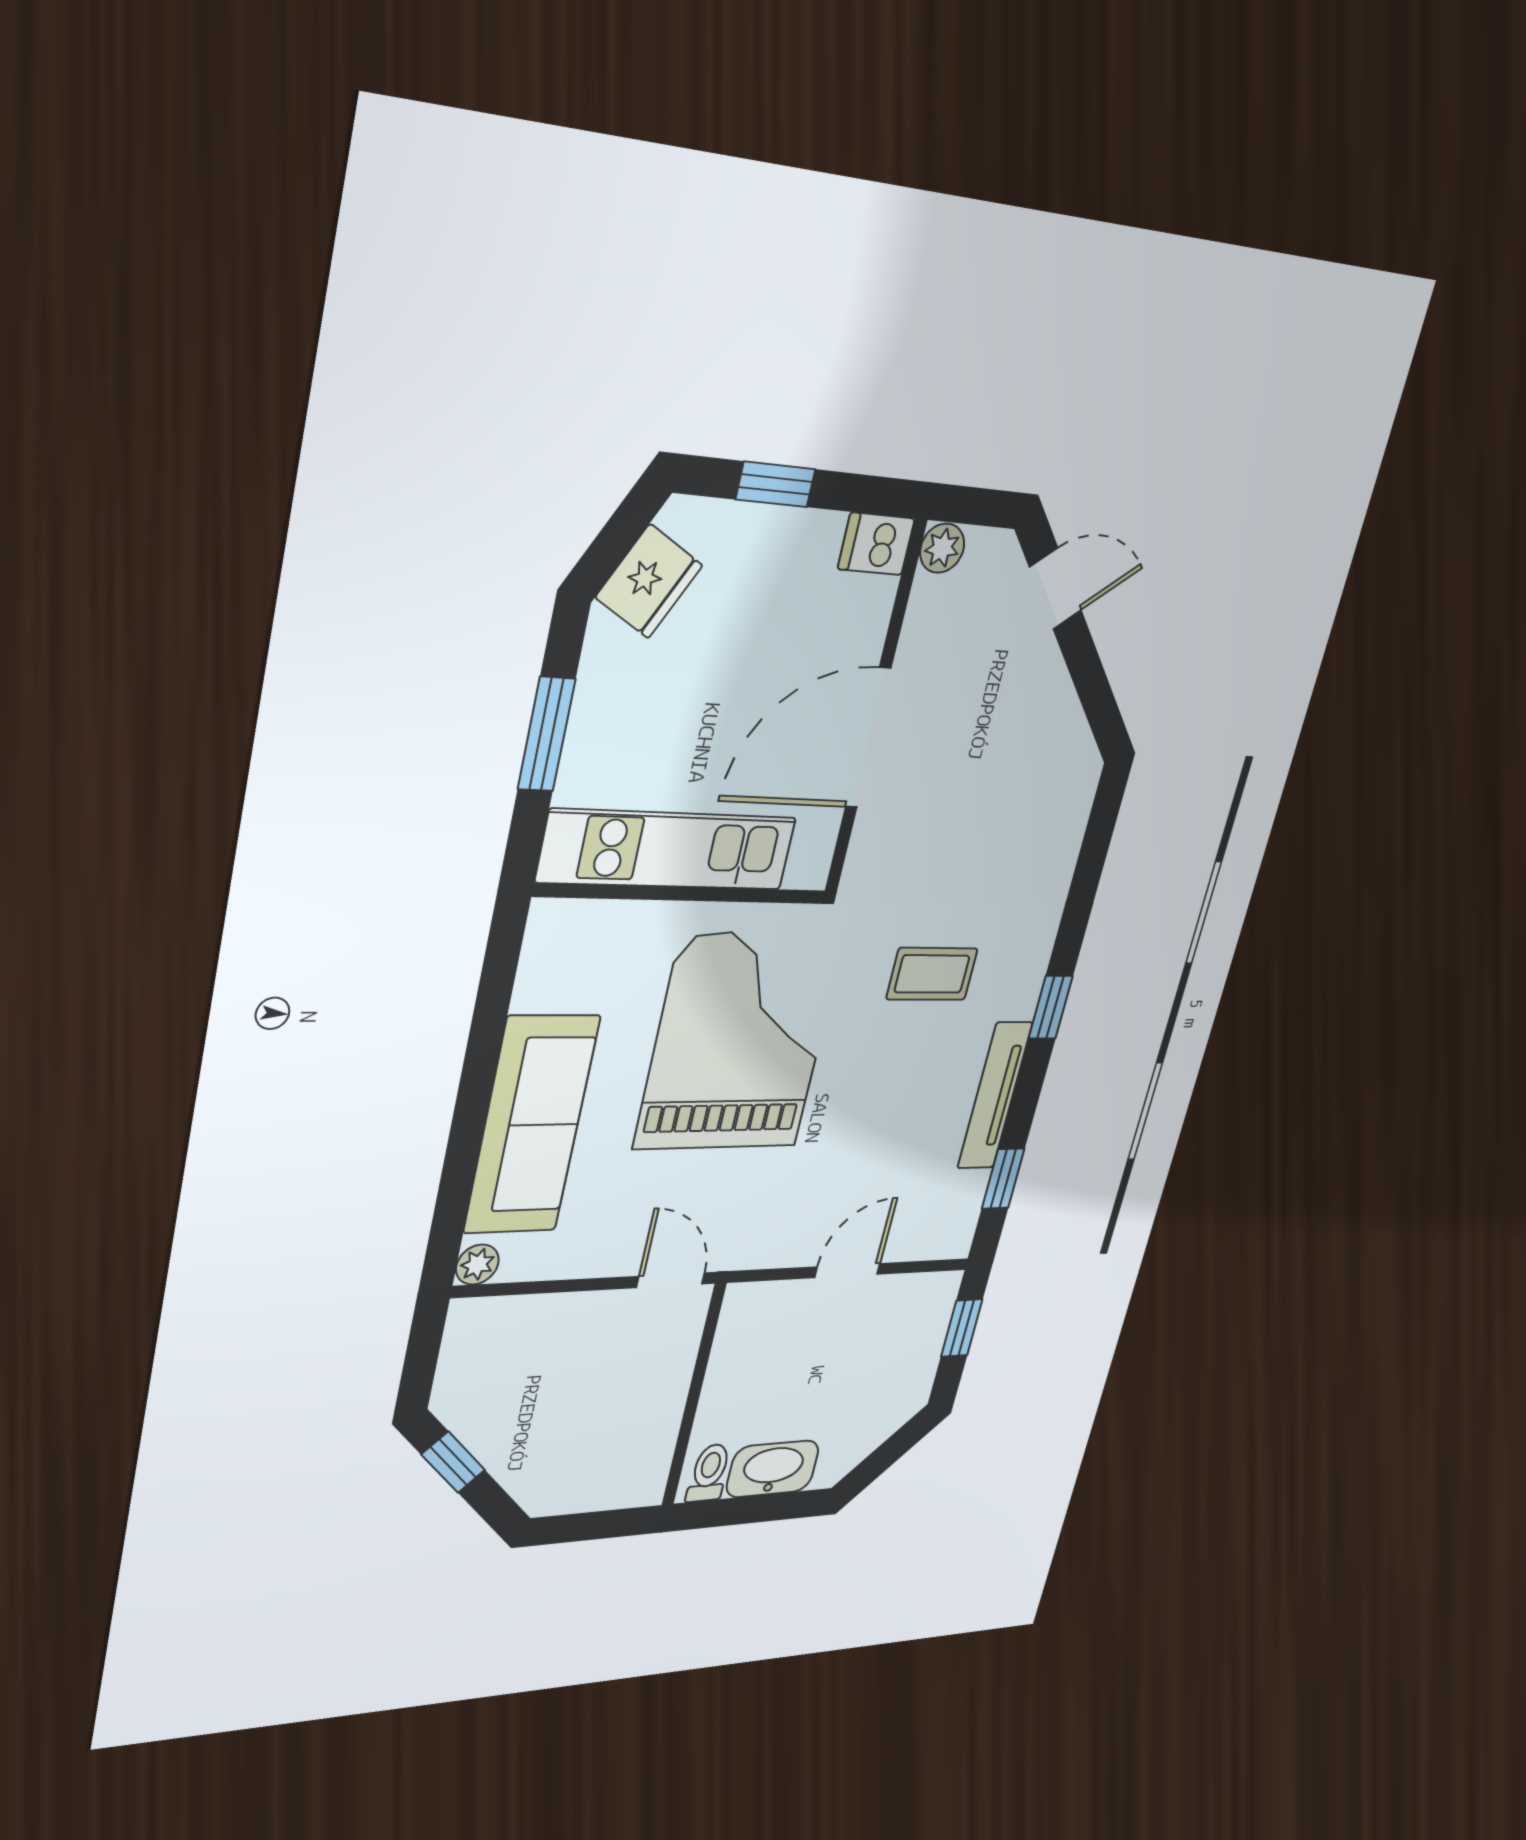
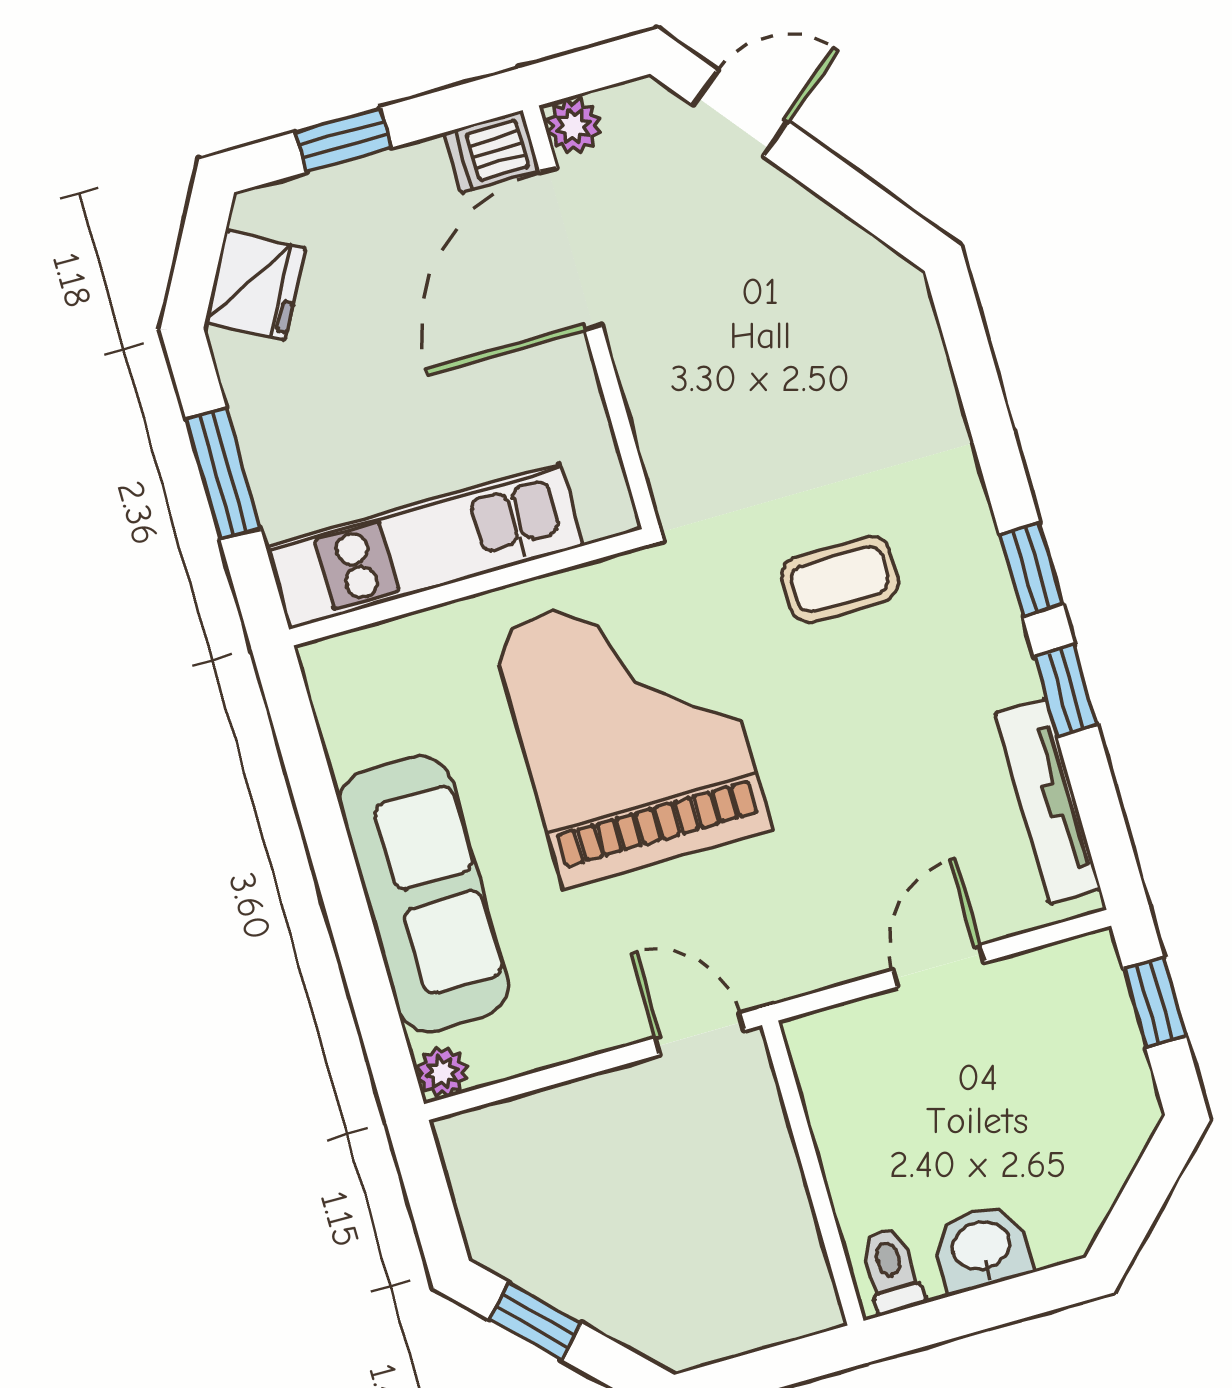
door: (868, 738) -> (571, 249), moved
tv unit: (995, 1096) -> (1048, 801), moved
window: (1003, 1179) -> (1066, 691), moved
washbasin: (773, 1469) -> (982, 1248), width x0.72

